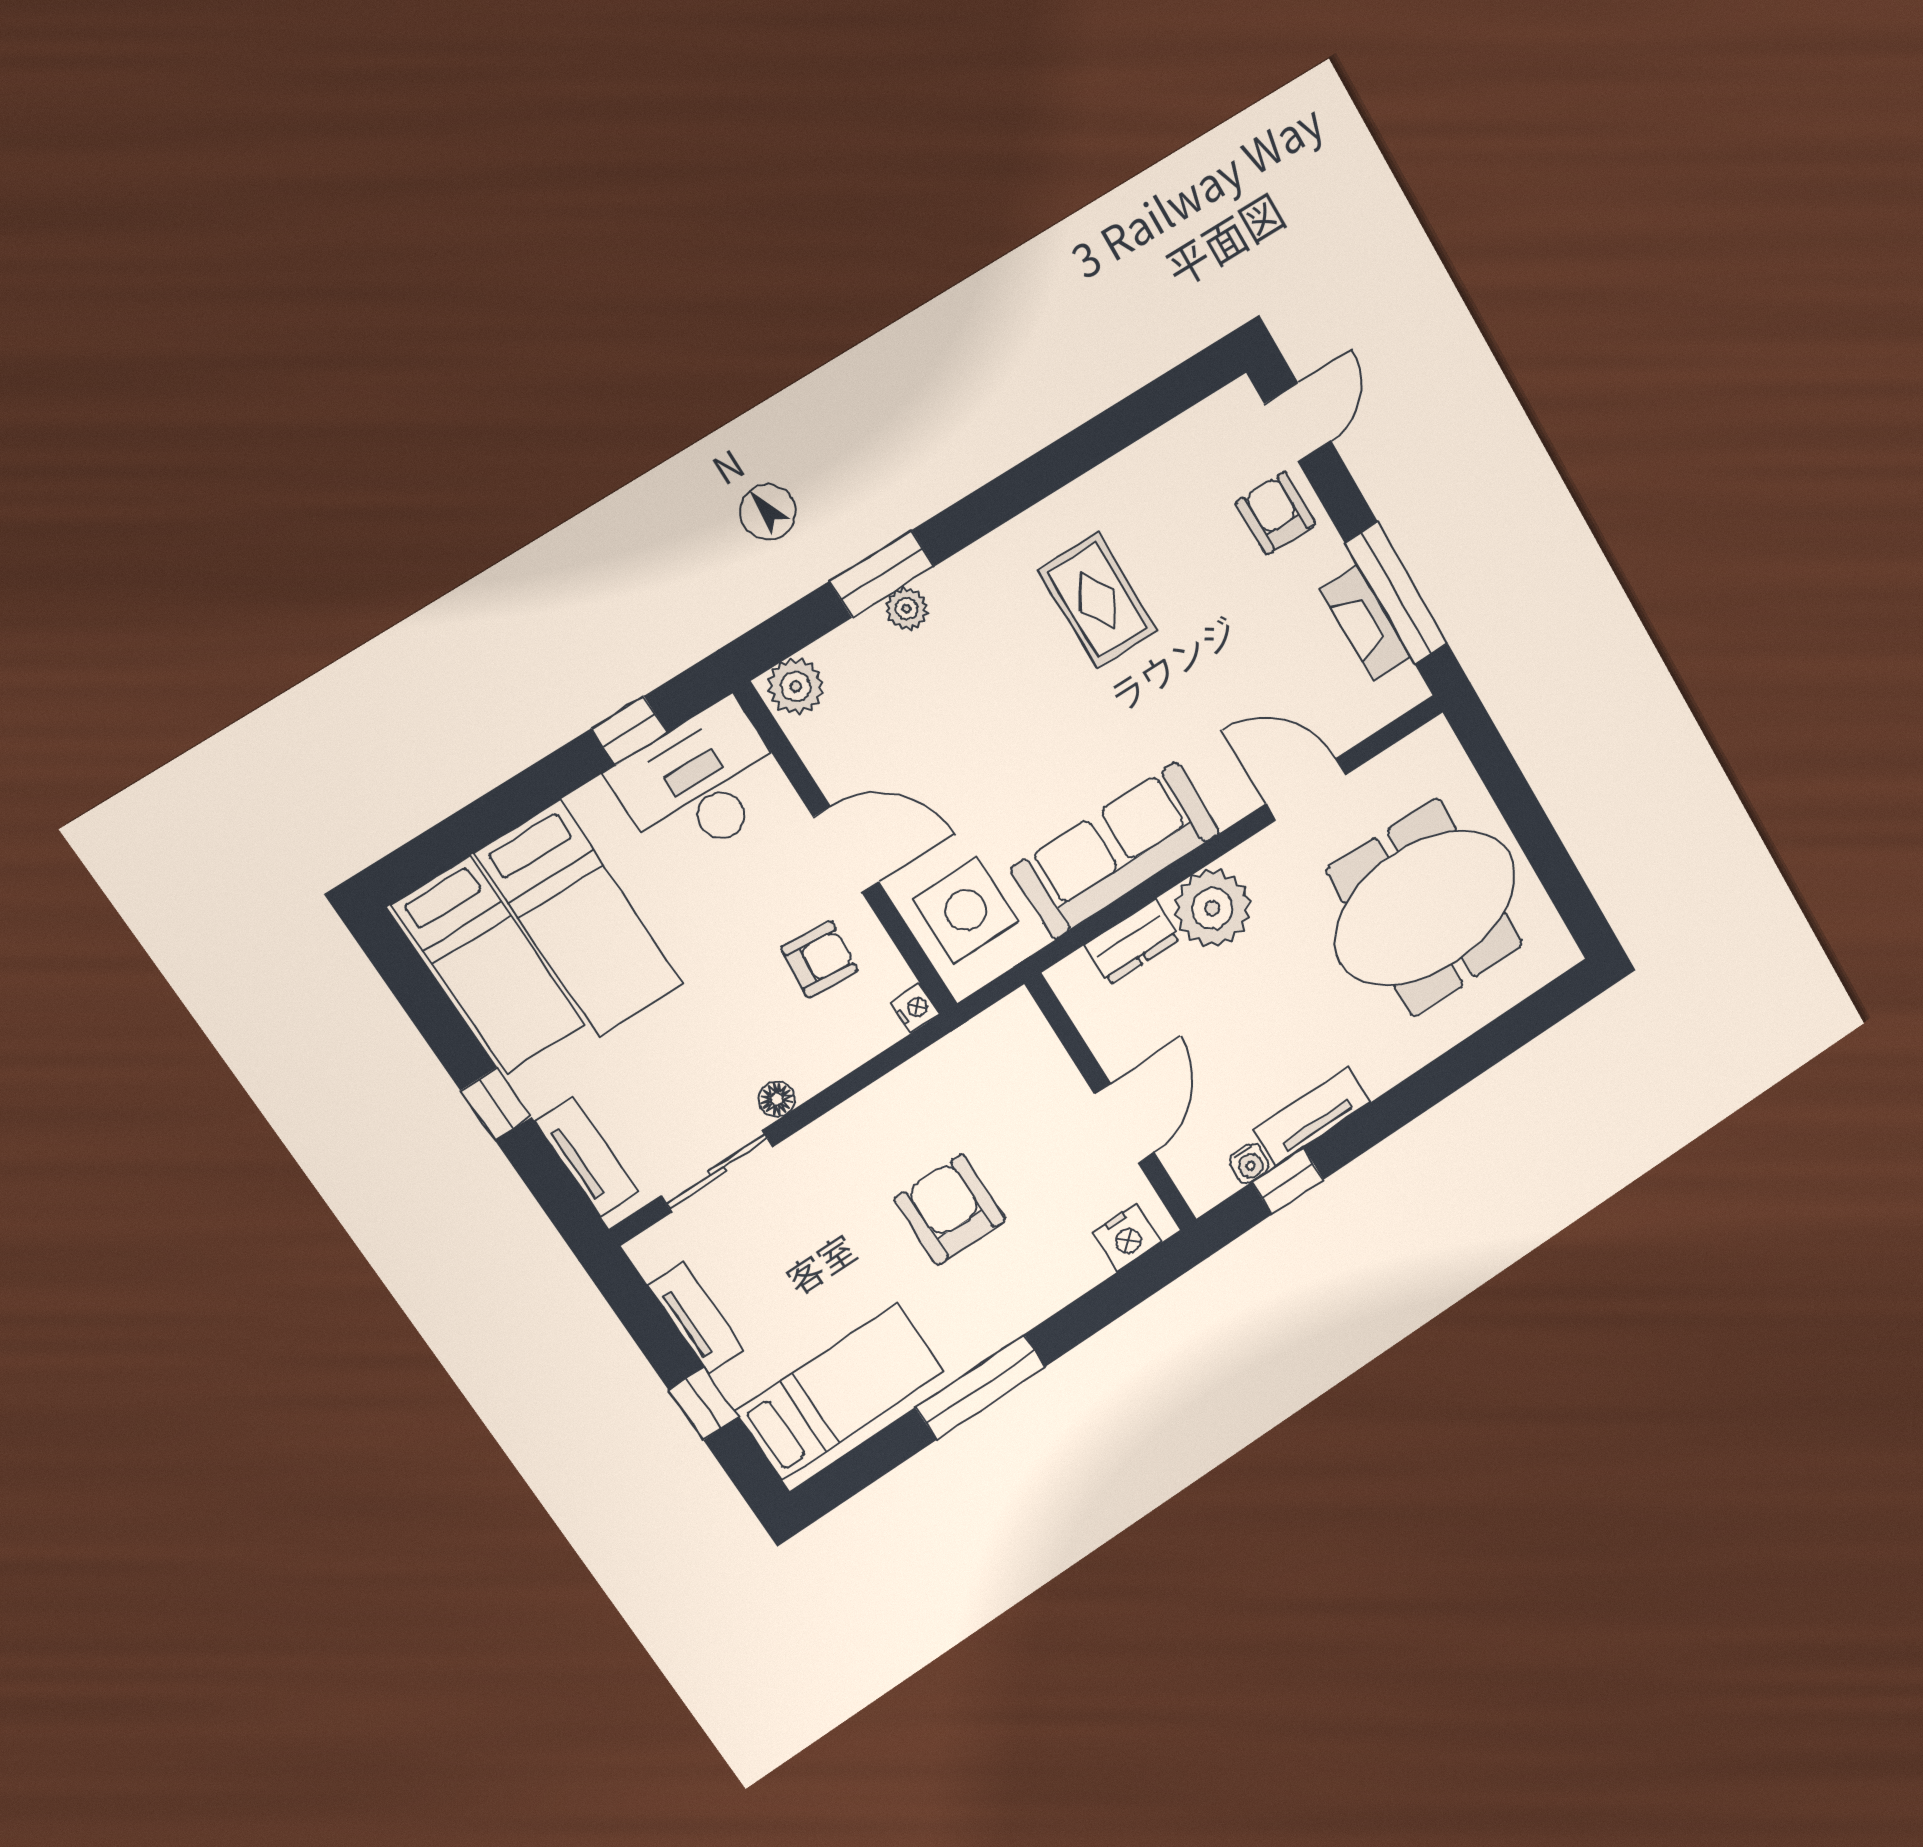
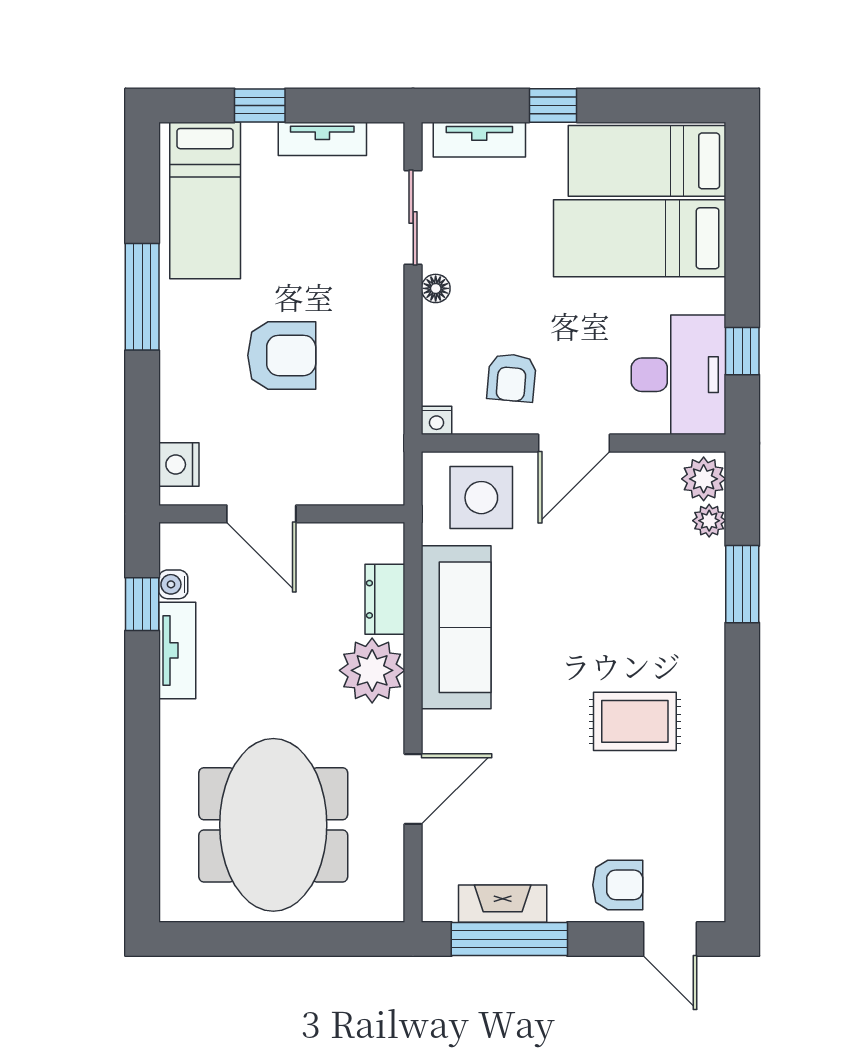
plant: (907, 609) -> (709, 521), moved

